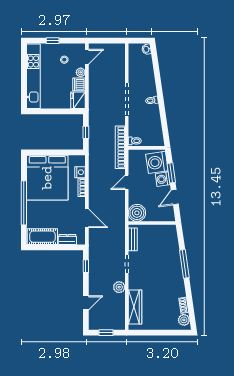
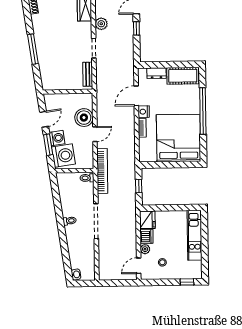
window: (53, 41) -> (187, 282), moved
kitchen unit: (33, 76) -> (195, 235), width x0.73
nightstand: (80, 172) -> (144, 112), moved
boiler: (137, 213) -> (84, 118), moved
door: (87, 218) -> (136, 96), hinge flipped
window: (86, 266) -> (136, 28), moved

